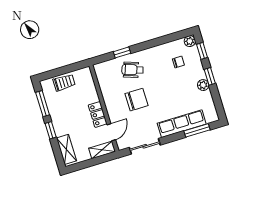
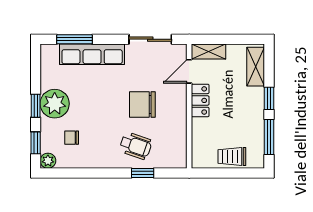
plant: (203, 85) -> (55, 104), width x1.88, depth x1.88

